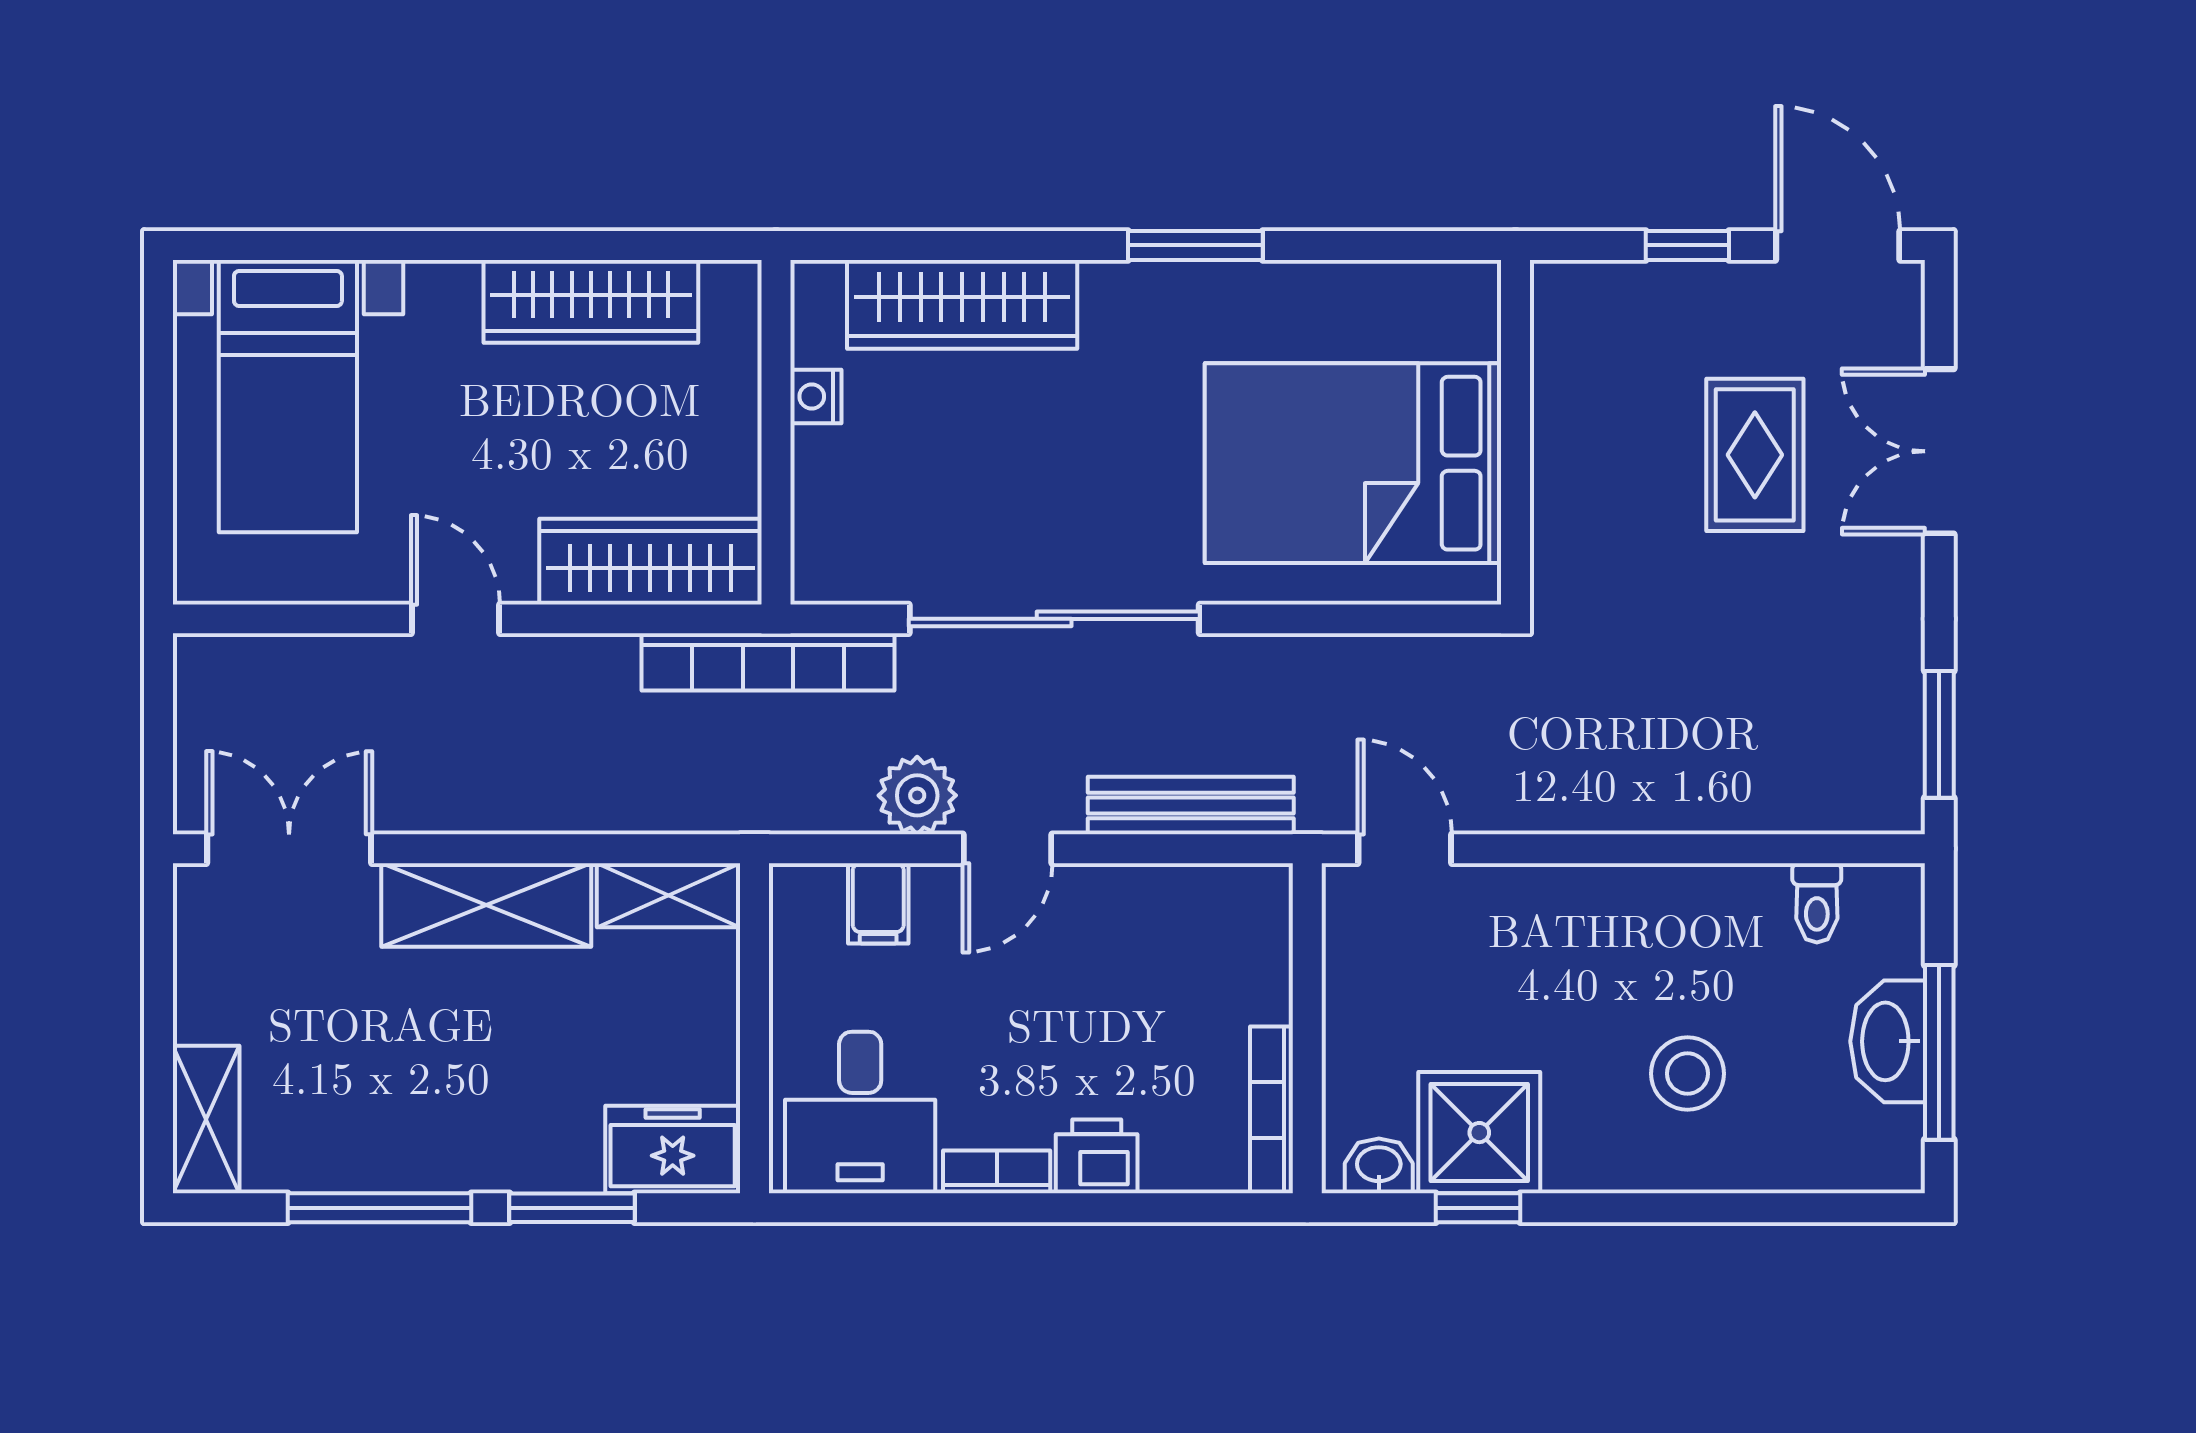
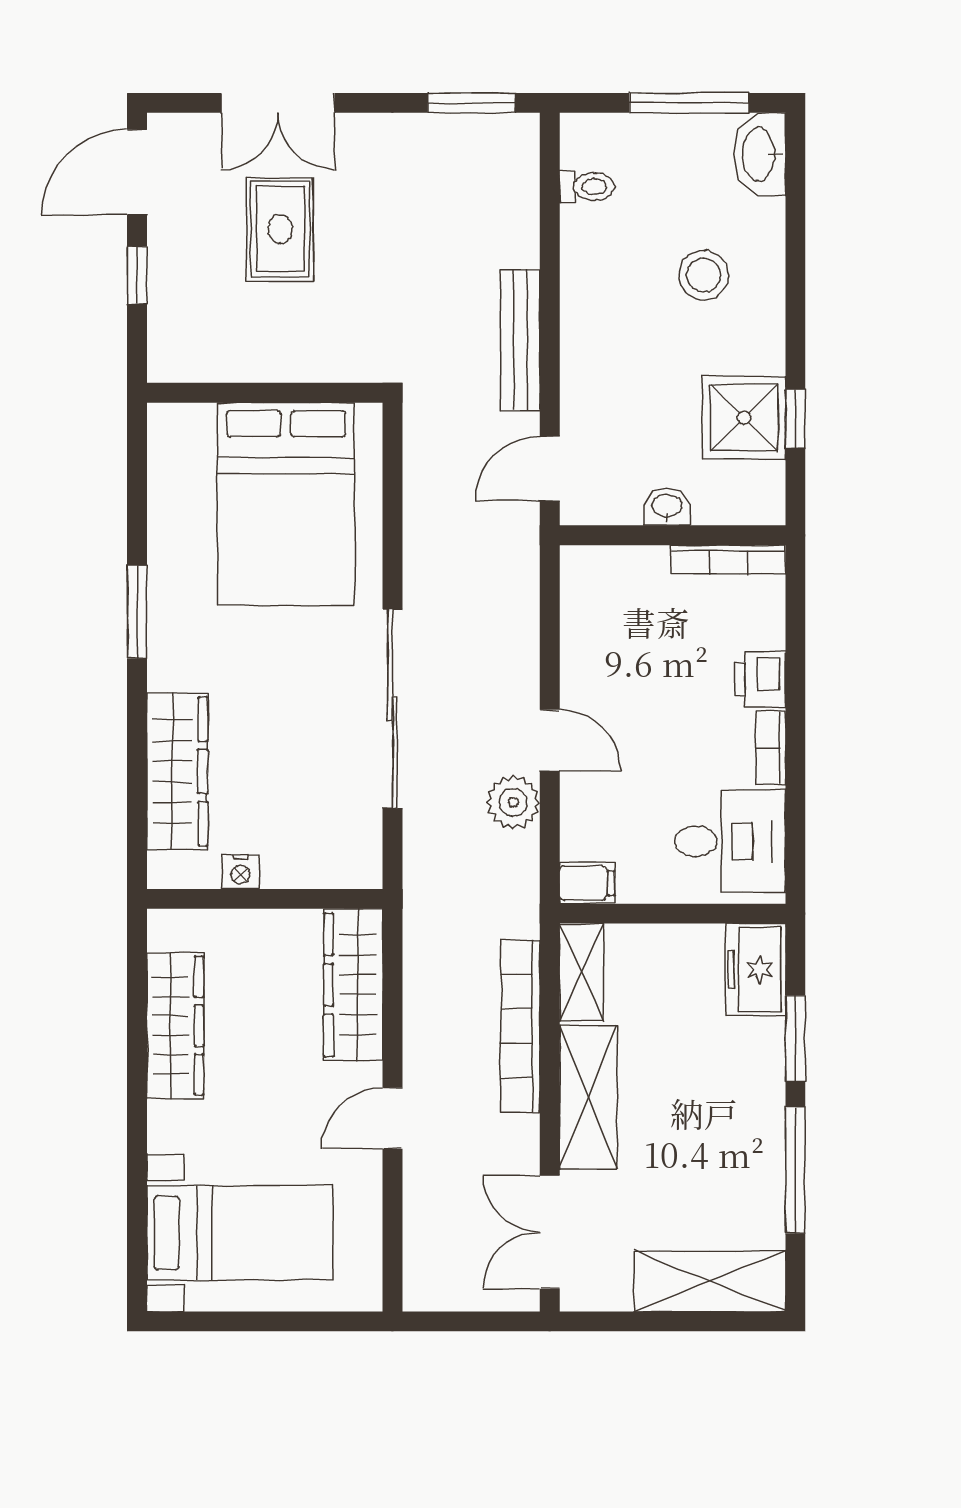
rug: (1755, 455) -> (280, 229), turned 90
bookcase: (768, 662) -> (520, 1026), moved, turned 180
bench: (1191, 805) -> (520, 340), moved
filing cabinet: (878, 903) -> (587, 883), moved
washbasin: (1888, 1041) -> (760, 154), moved, turned 90
shelving: (206, 1119) -> (710, 1281), width x1.50, depth x1.33
washbasin: (1379, 1166) -> (667, 507), moved, turned 90

